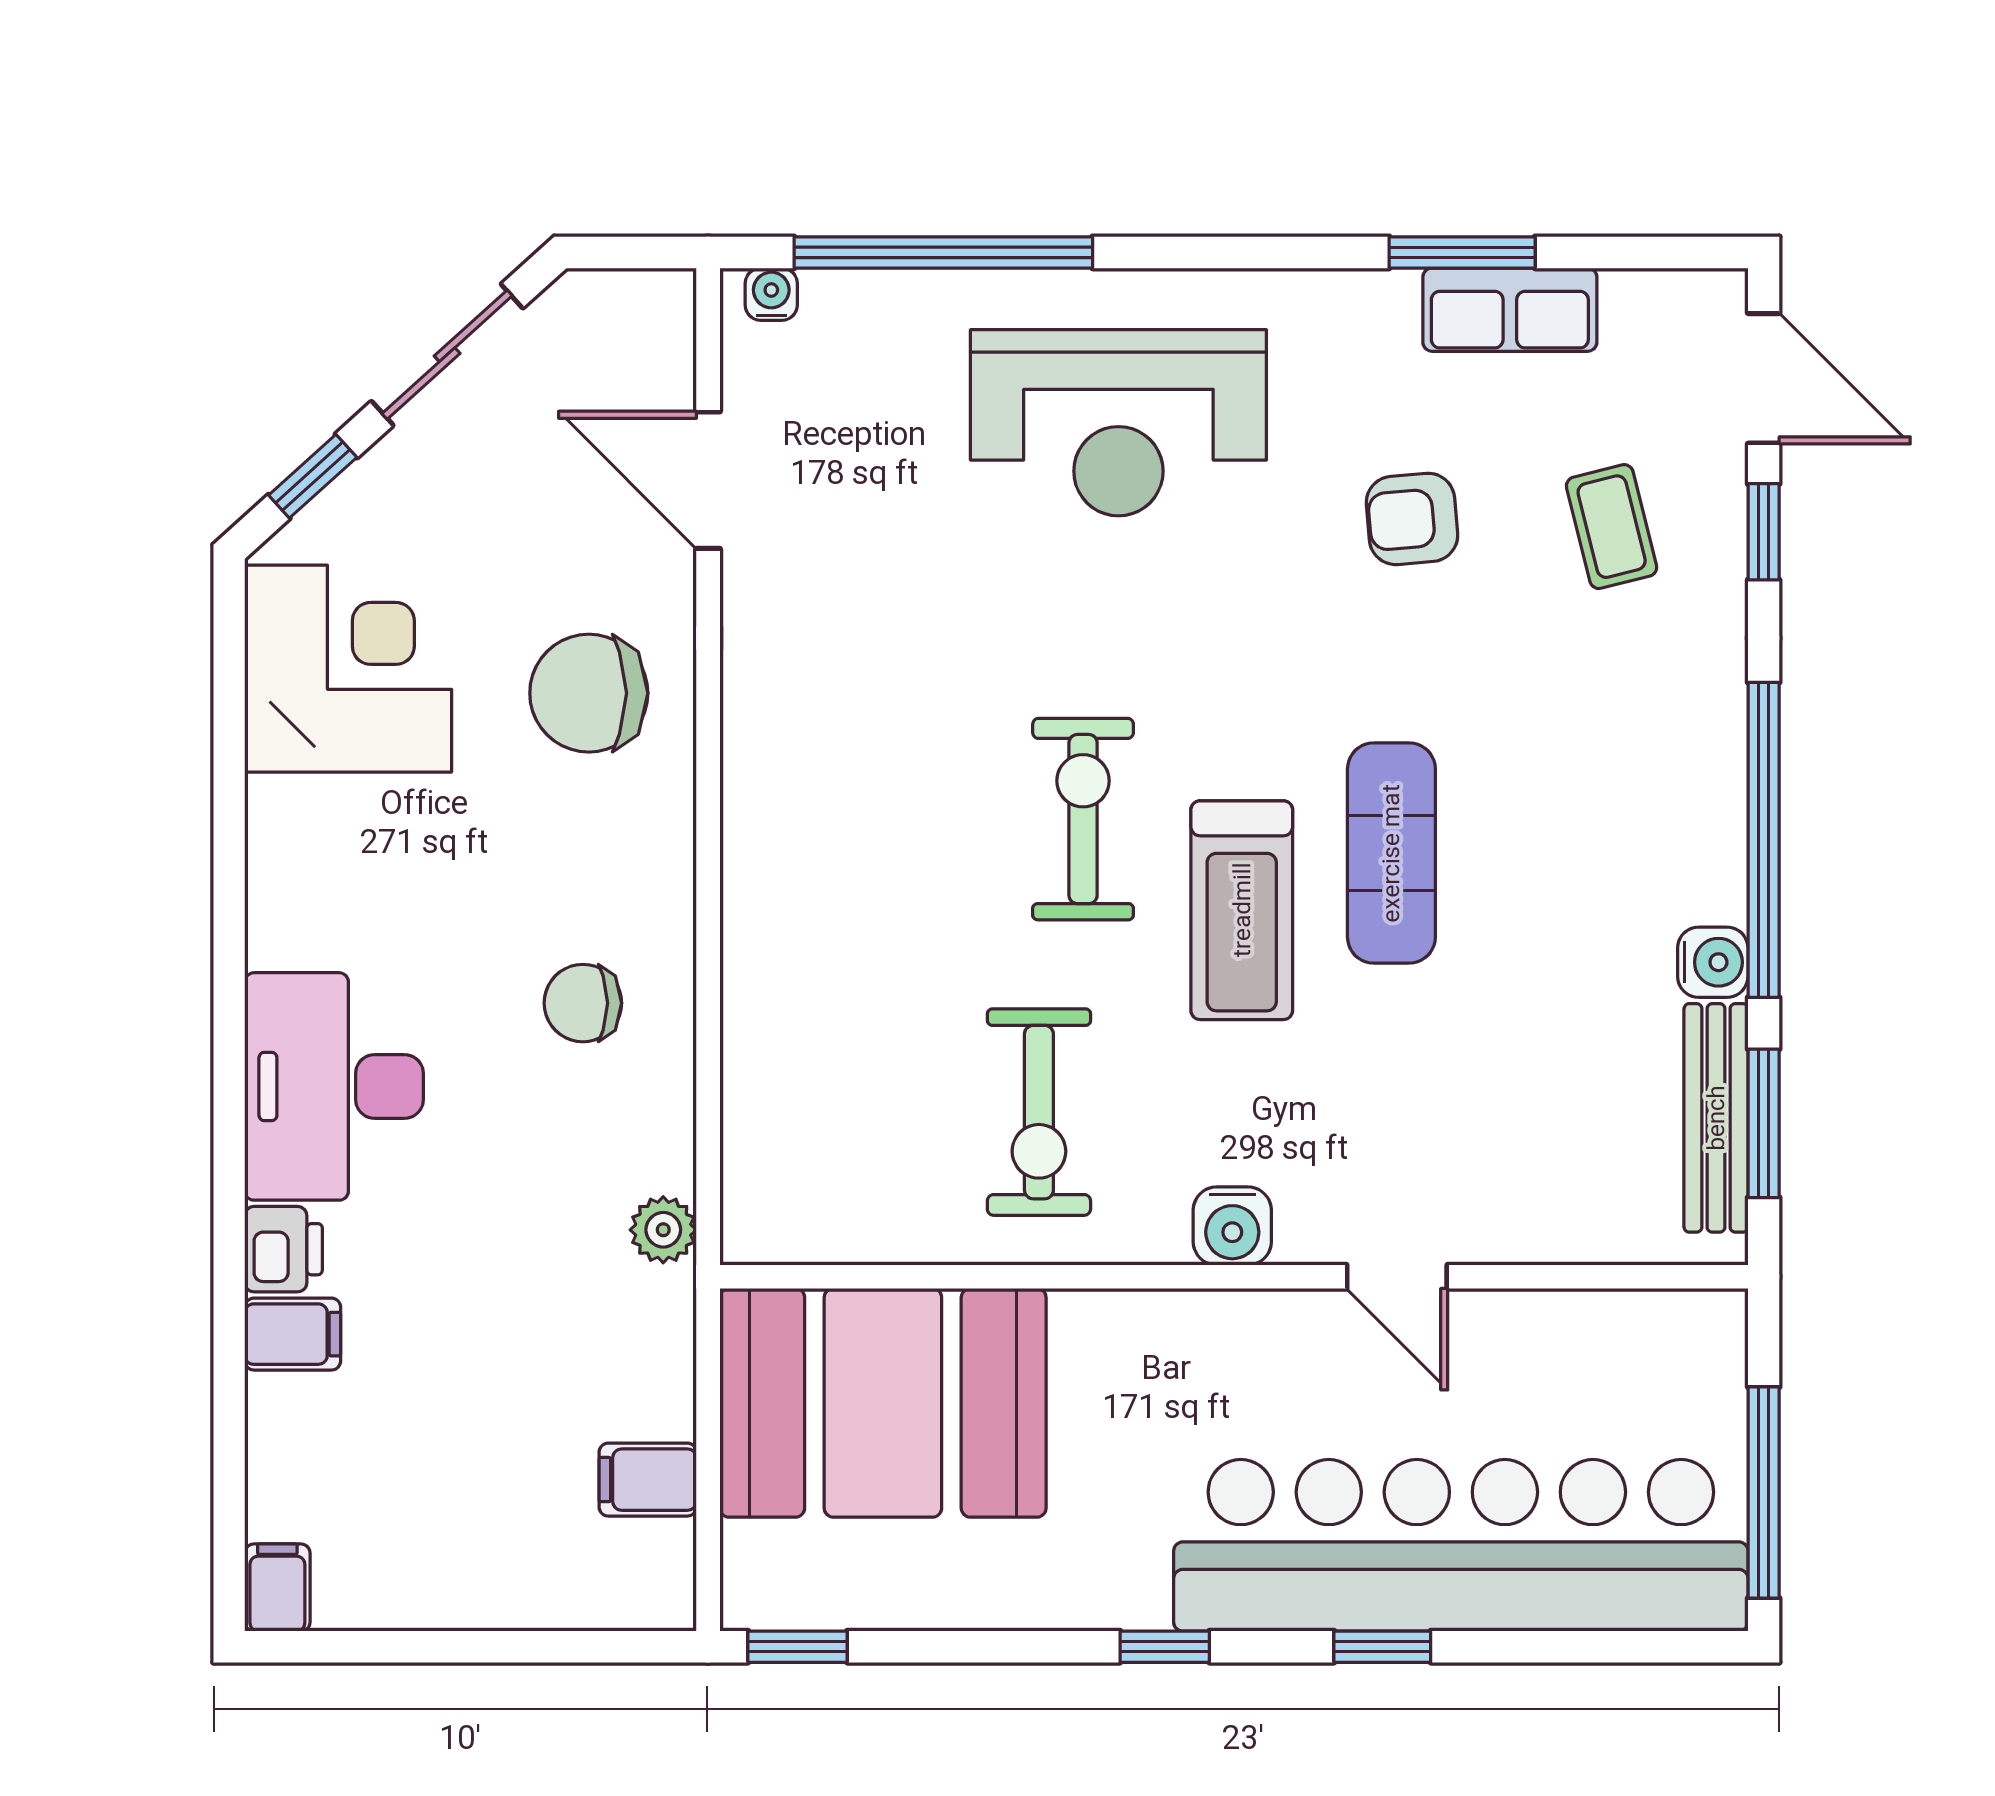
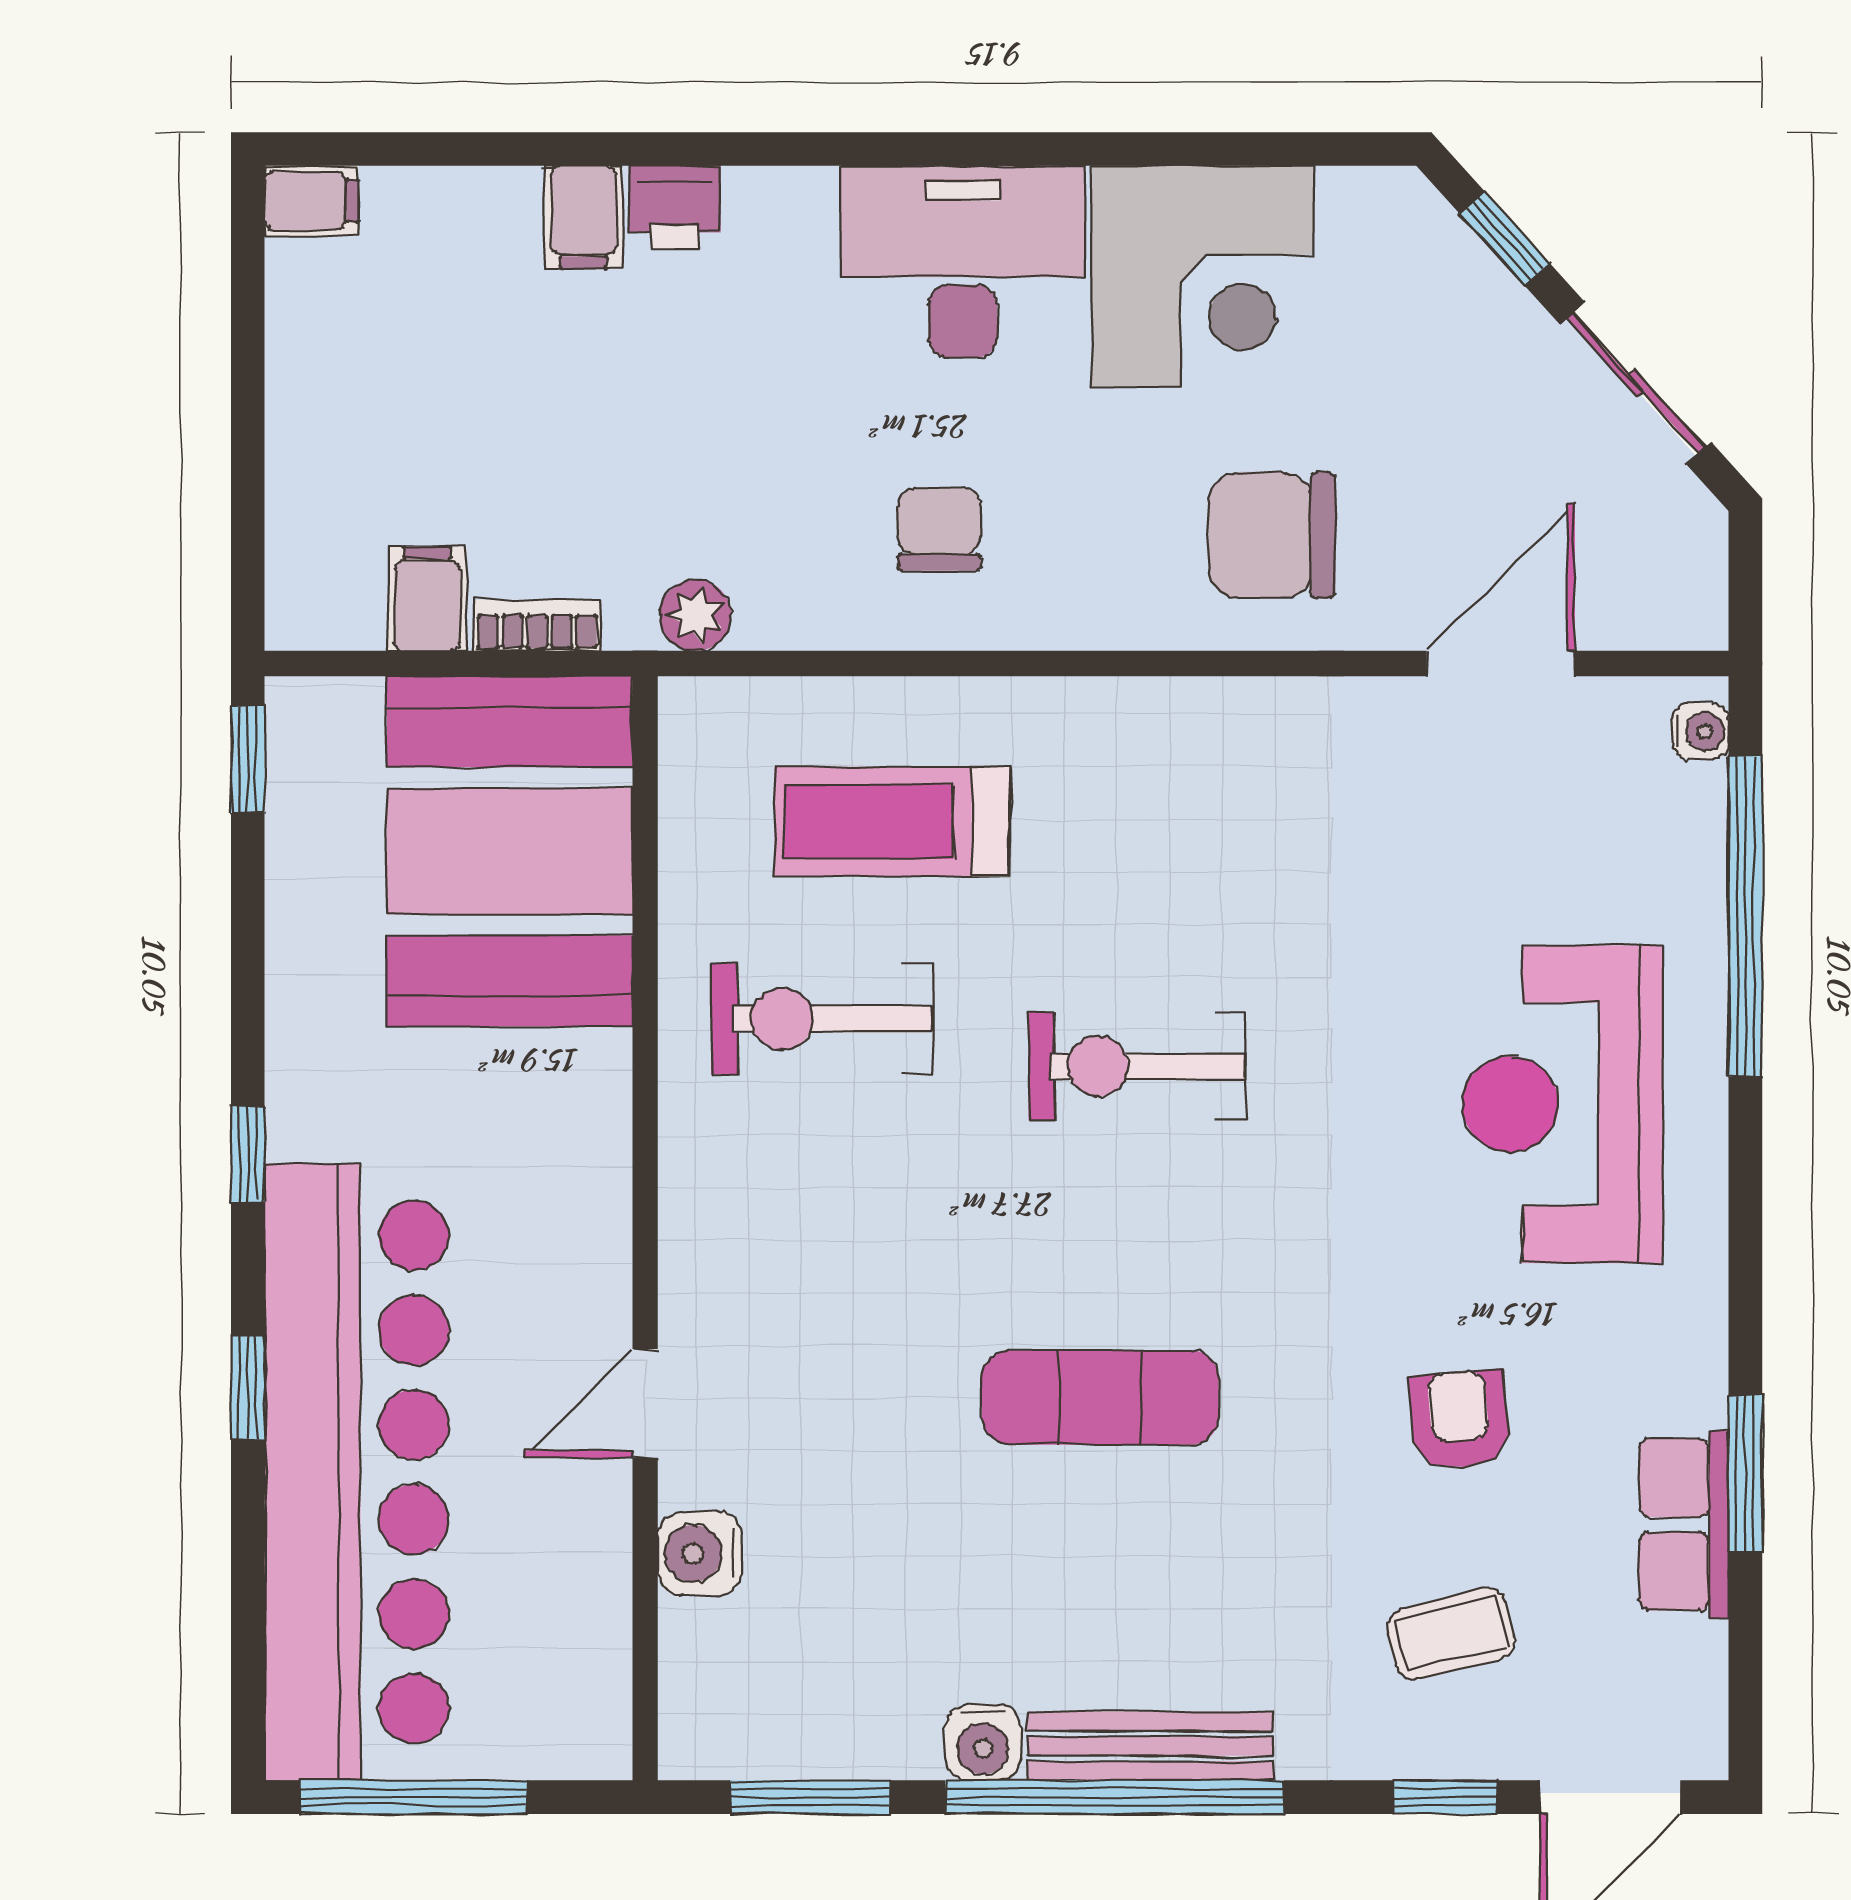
corner desk: (348, 669) -> (1203, 277), moved
chair: (589, 693) -> (1272, 535), turned -90
exercise bike: (1083, 819) -> (1137, 1066), turned 180
treadmill: (1242, 910) -> (892, 822), moved
desk: (334, 1086) -> (963, 262), moved
bench: (1716, 1118) -> (1150, 1746), moved
water cooler: (1232, 1226) -> (700, 1554), moved
bookcase: (673, 1377) -> (537, 625), added

